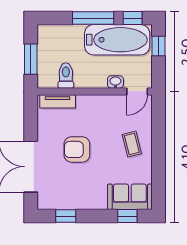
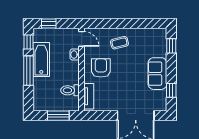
bathtub: (117, 40) -> (41, 60), width x0.73, depth x0.73
armchair: (77, 149) -> (101, 68), moved, turned 180
sofa: (130, 197) -> (157, 74), moved

